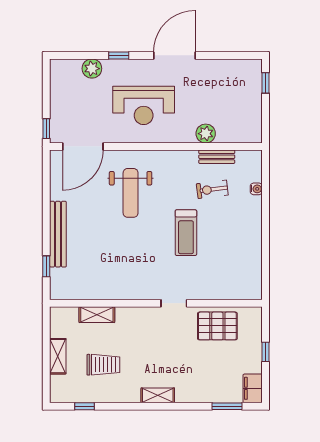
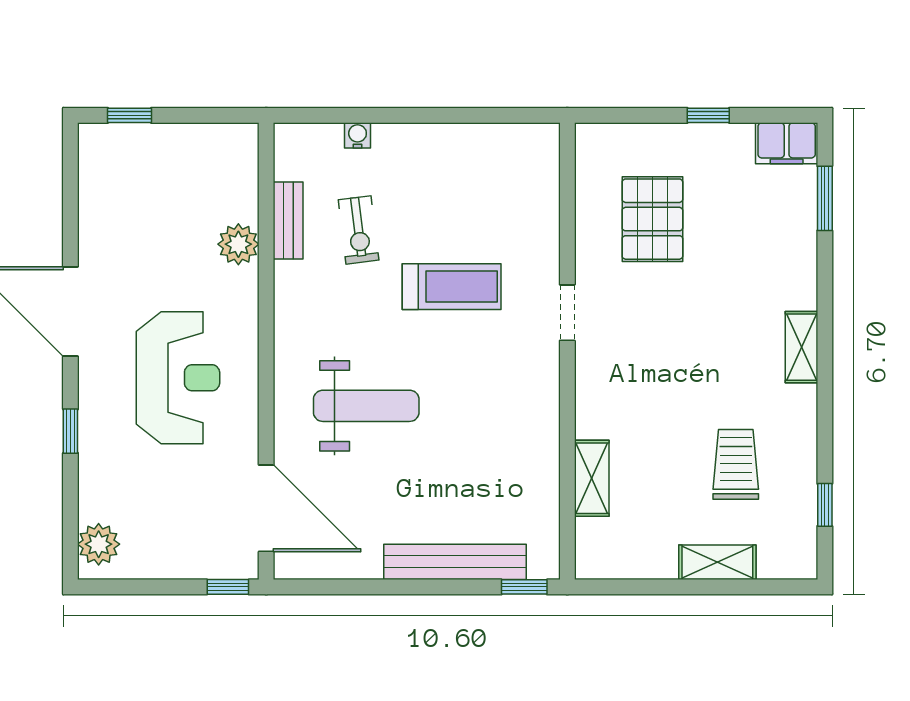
plant: (92, 69) -> (99, 544), moved
wall: (156, 303) -> (567, 351), moved
doorway: (174, 303) -> (567, 313), moved
shelving: (97, 315) -> (592, 478), moved

